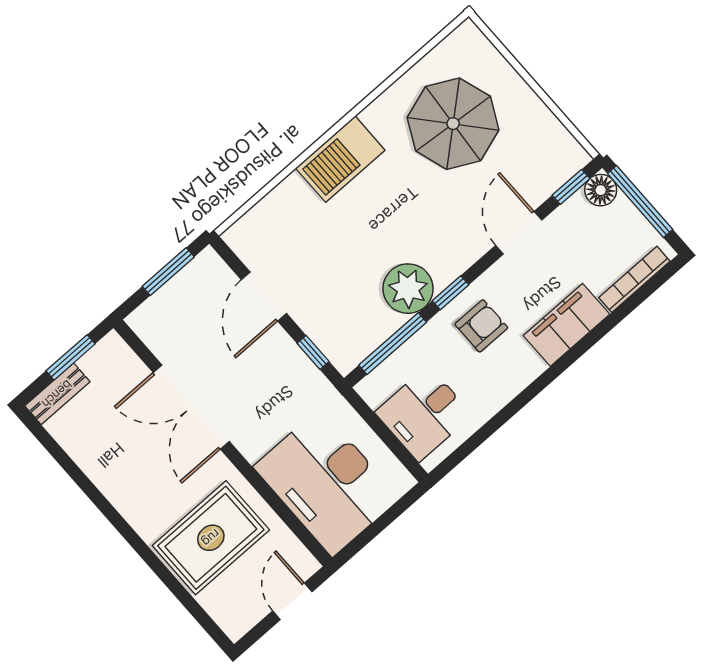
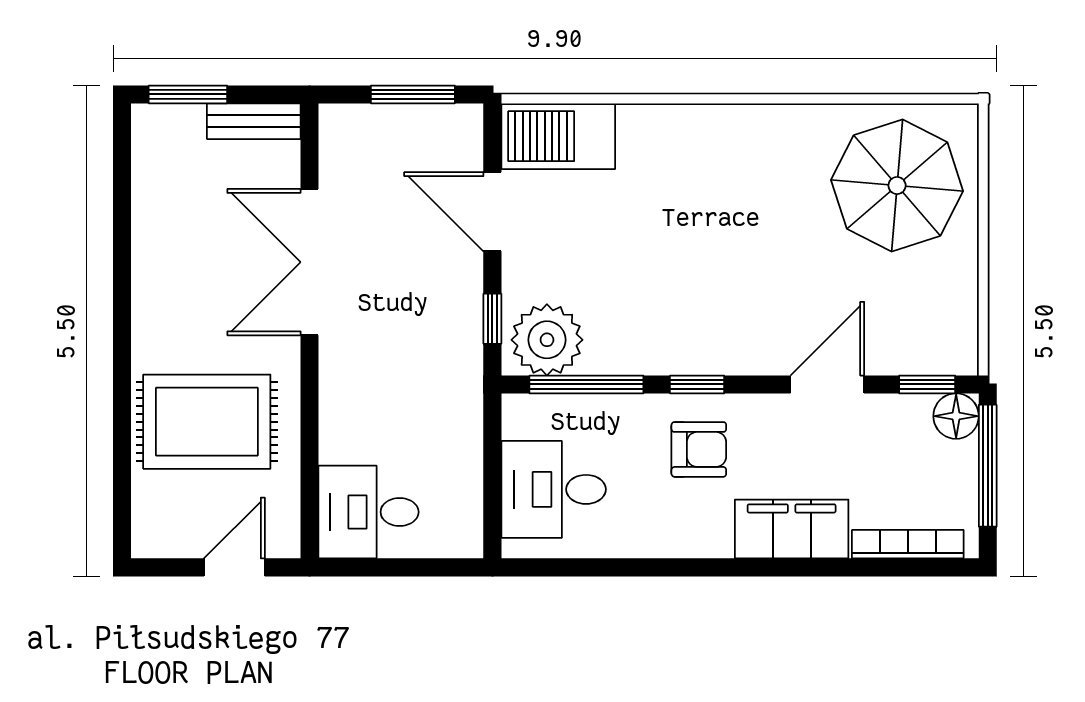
parasol: (453, 124) -> (897, 186), moved
barbecue: (340, 159) -> (558, 136), moved
plant: (408, 289) -> (547, 340), moved
door: (264, 296) -> (492, 212), hinge flipped
window: (71, 357) -> (188, 94), moved
bench: (57, 394) -> (254, 121), moved
desk: (326, 483) -> (369, 512), width x0.53, depth x0.77

